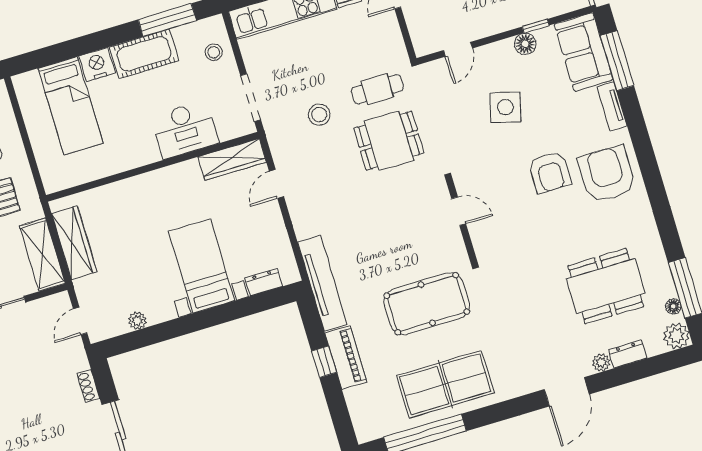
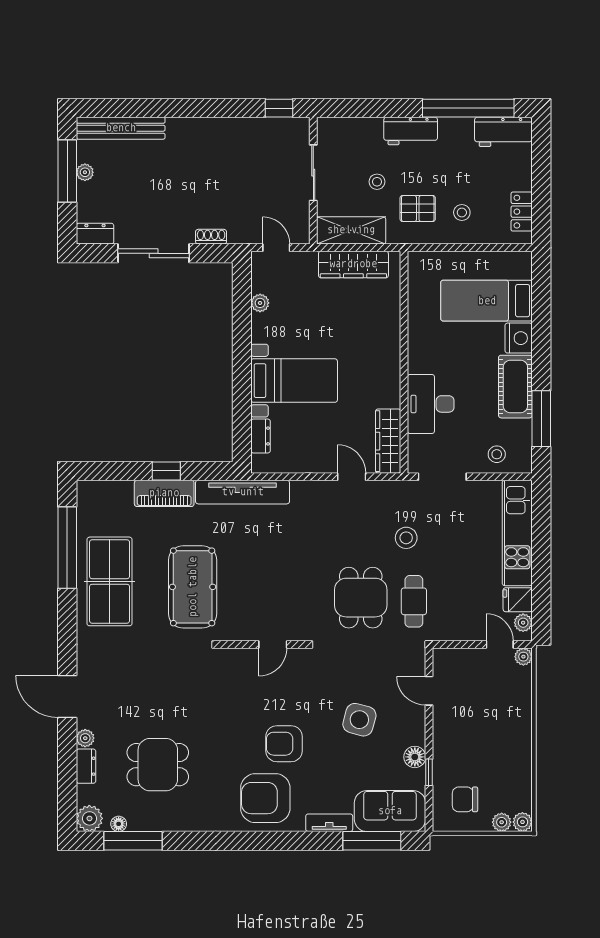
armchair: (607, 174) -> (265, 798), turned 180
dining table: (606, 286) -> (158, 765), width x0.73

